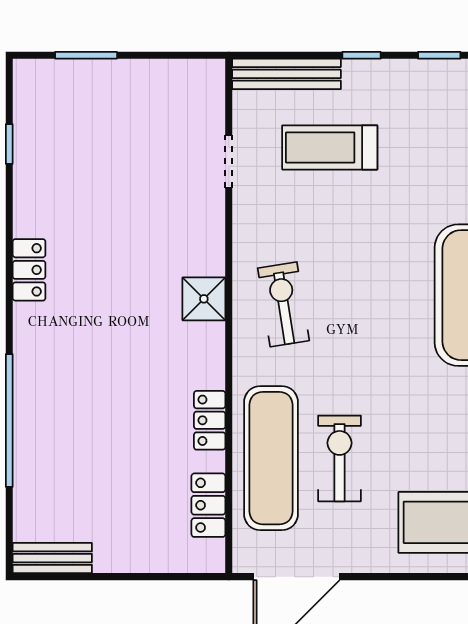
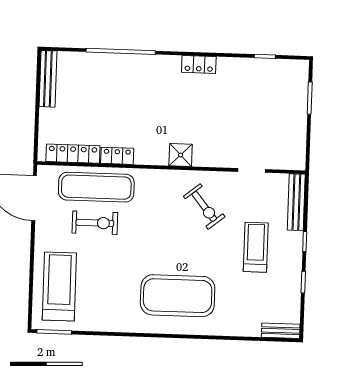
treadmill: (330, 147) -> (256, 247), moved
exercise bike: (283, 304) -> (204, 206), moved, turned 60
locker: (208, 505) -> (73, 154), width x1.53
bench: (52, 558) -> (48, 79), width x1.36

